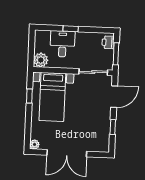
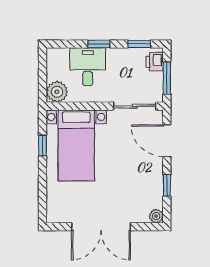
window: (98, 30) -> (139, 44), added
door: (114, 97) -> (167, 141), swing flipped
plant: (35, 144) -> (156, 216), moved

